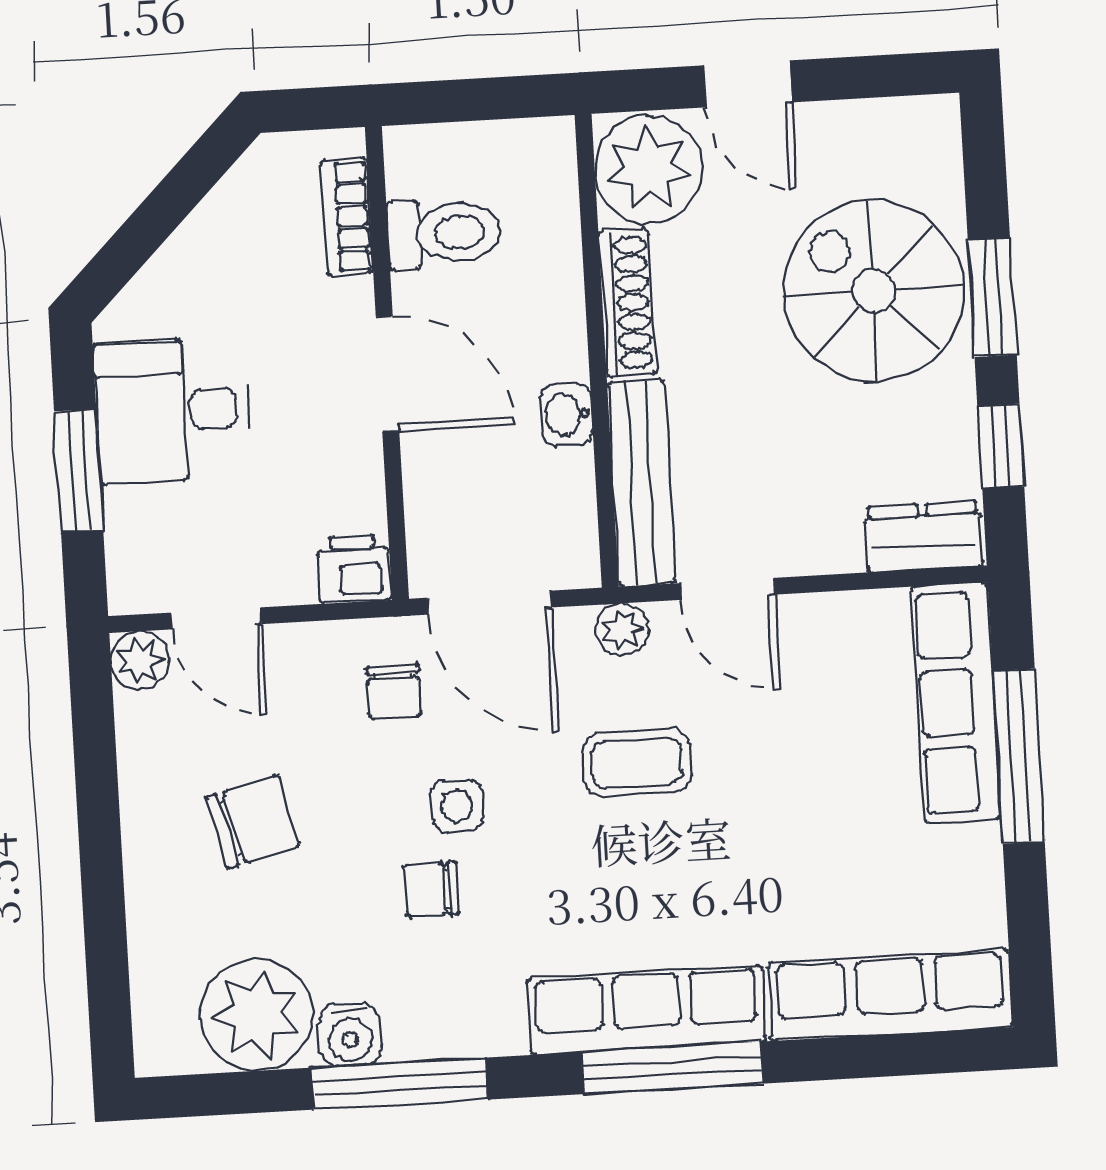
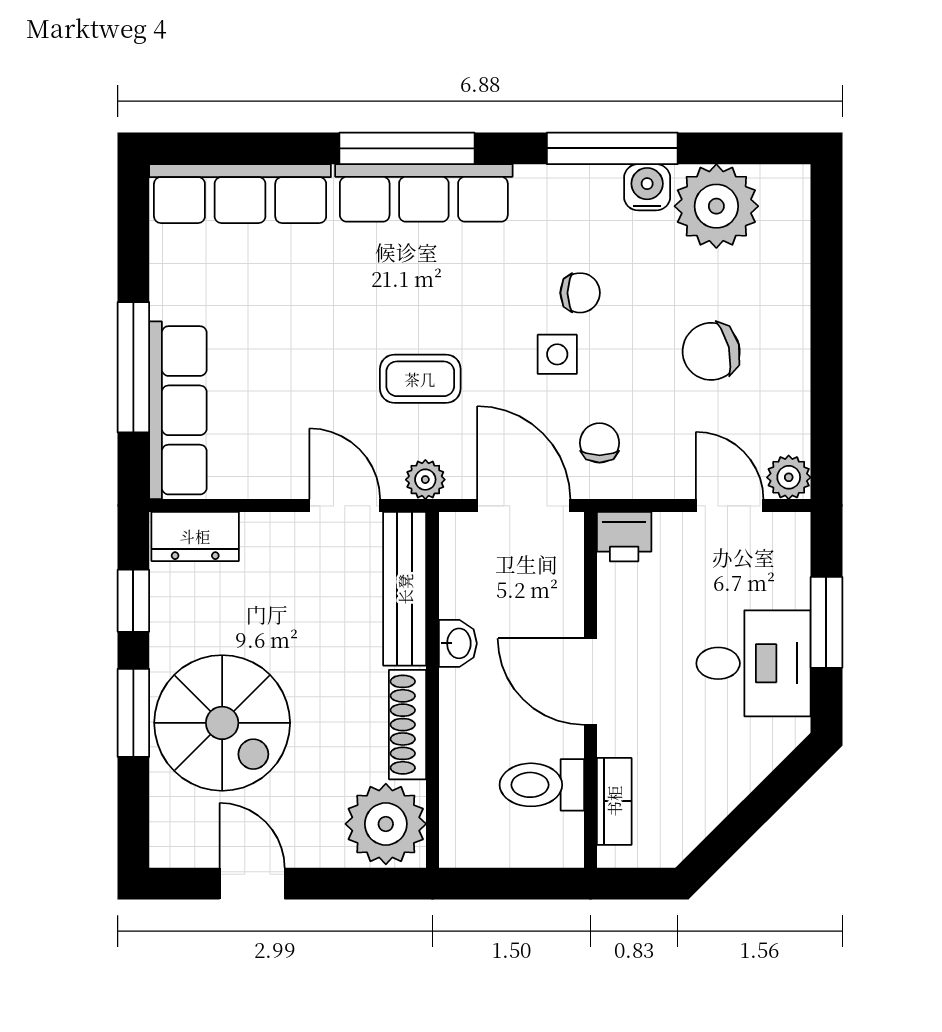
door: (748, 84) -> (252, 884), moved

